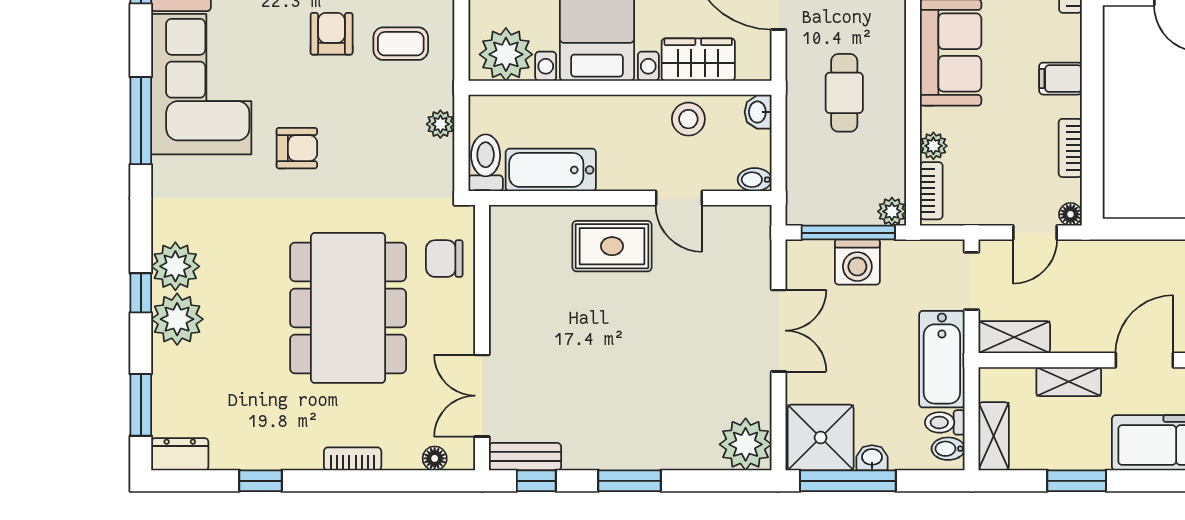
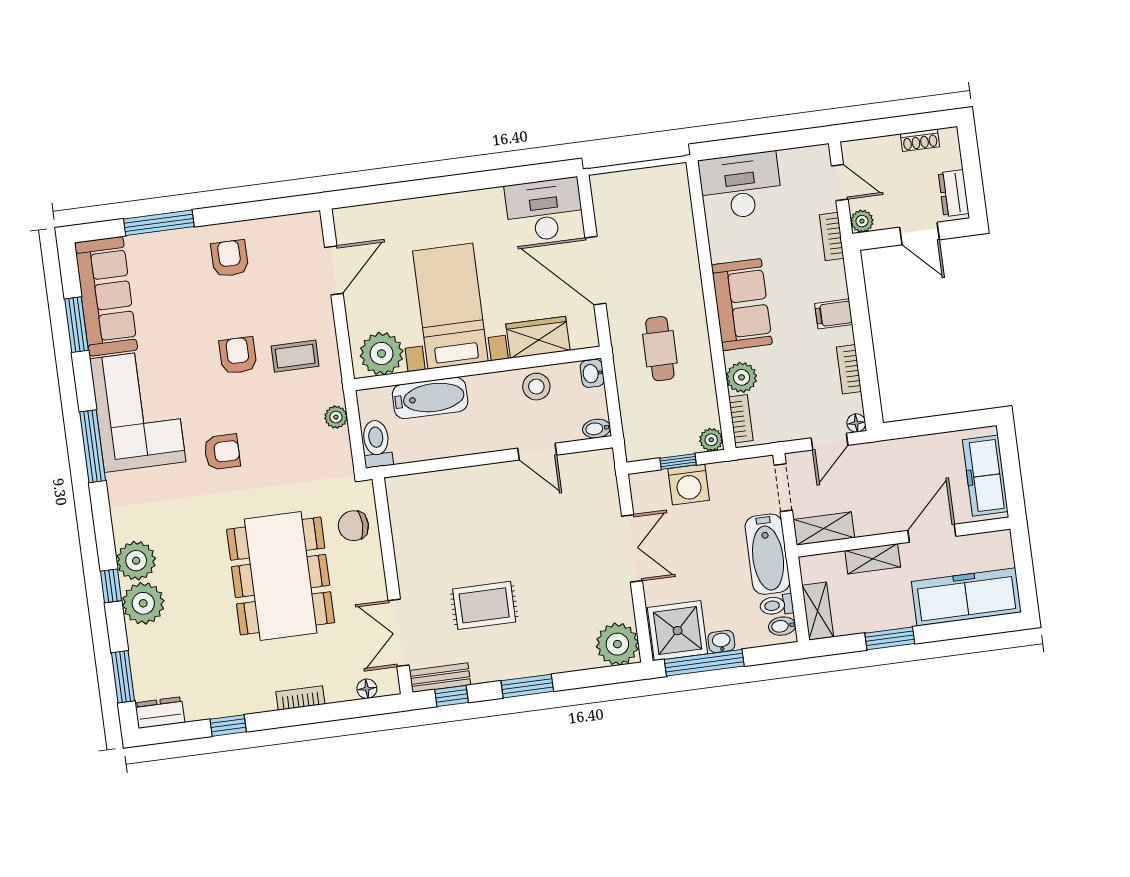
plant: (933, 146) -> (742, 377), width x1.38, depth x1.38
bathtub: (551, 170) -> (430, 398), moved, turned 180
window: (848, 233) -> (678, 461), width x0.46
rug: (612, 246) -> (484, 605), moved

